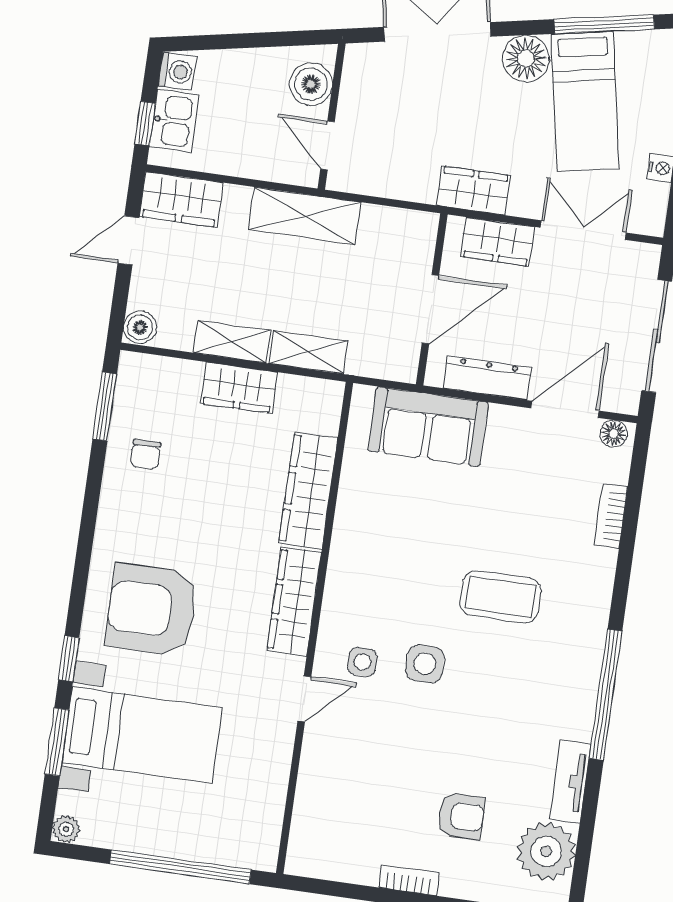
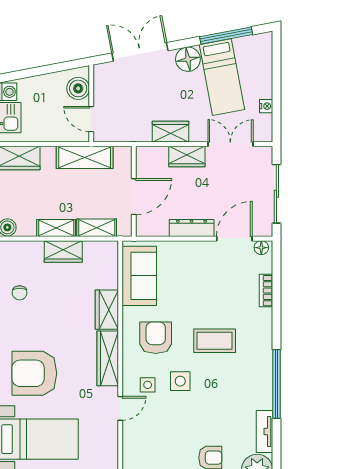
wall: (432, 299) -> (134, 191), moved
door: (430, 309) -> (134, 197), moved
sofa: (428, 427) -> (139, 276), moved, turned -90
wardrobe: (308, 491) -> (107, 310), width x0.67
armchair: (390, 575) -> (156, 338), added

